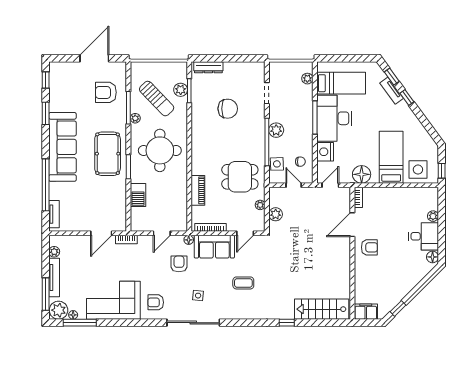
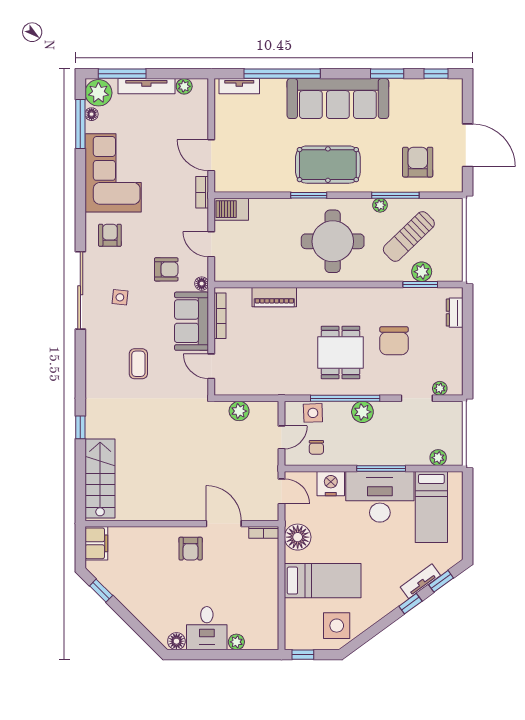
dresser: (208, 67) -> (455, 313), width x0.70
side table: (418, 170) -> (337, 626), moved
dining table: (240, 177) -> (340, 353), moved
barbecue: (138, 195) -> (231, 209), moved
plant: (260, 205) -> (440, 388), moved

